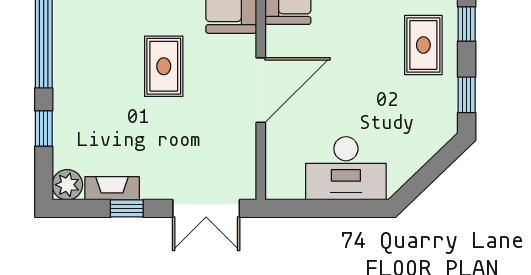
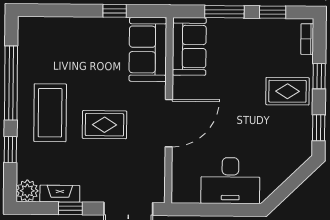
rug: (423, 45) -> (288, 91), turned 90
rug: (164, 66) -> (104, 125), moved, turned 90
coffee table: (98, 77) -> (50, 113), added

